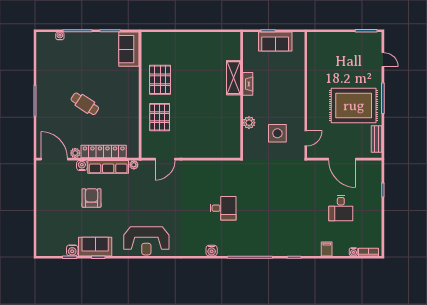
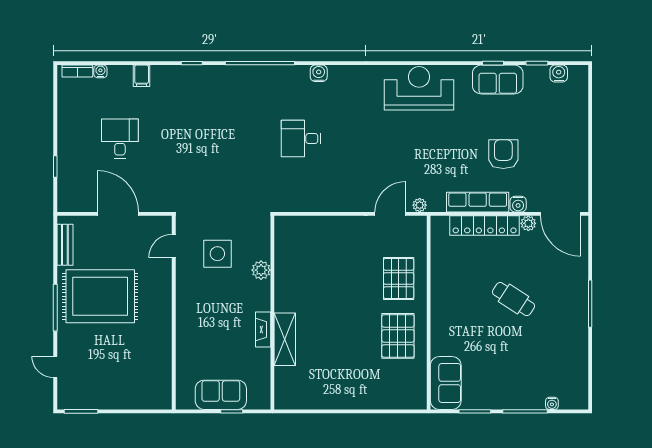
plant: (134, 165) -> (420, 205), moved
armchair: (91, 198) -> (503, 154), turned 180
water cooler: (72, 250) -> (559, 74), moved

